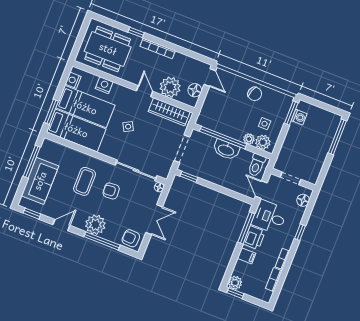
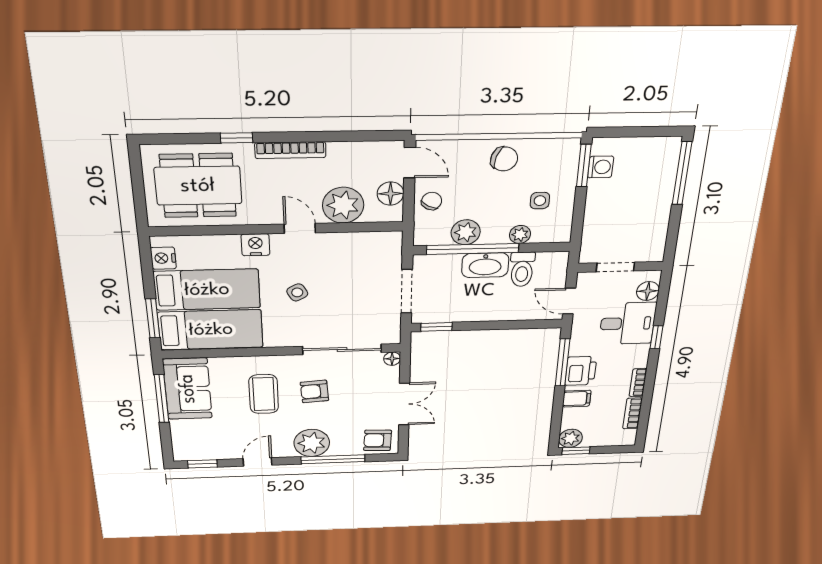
nightstand: (104, 85) -> (255, 245), moved
chair: (213, 102) -> (432, 201), added
wardrobe: (169, 112) -> (359, 244), removed
plant: (263, 142) -> (466, 232), moved
toilet: (257, 165) -> (522, 269), moved
sofa: (40, 181) -> (188, 389), moved
desk: (269, 217) -> (628, 323), moved, turned 180

